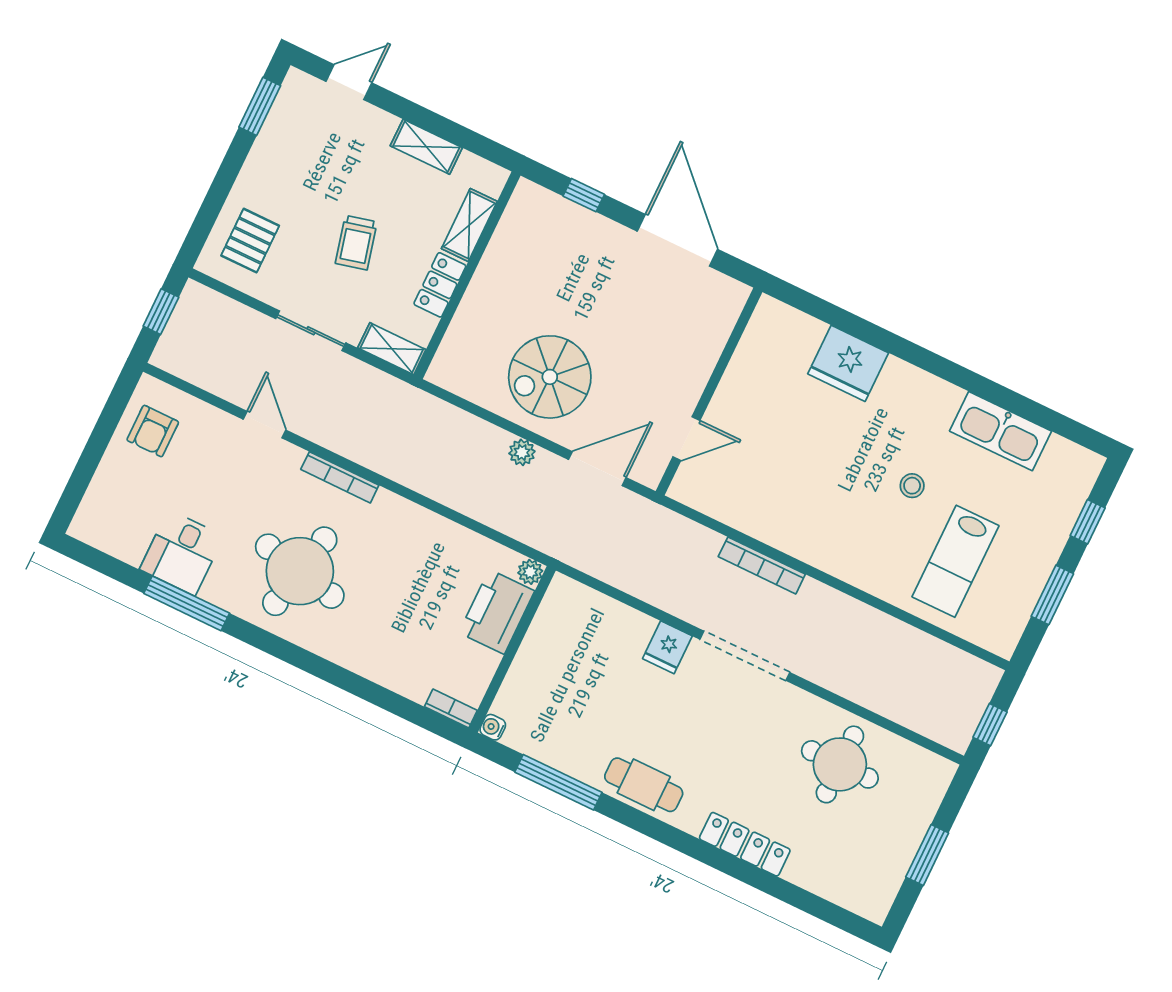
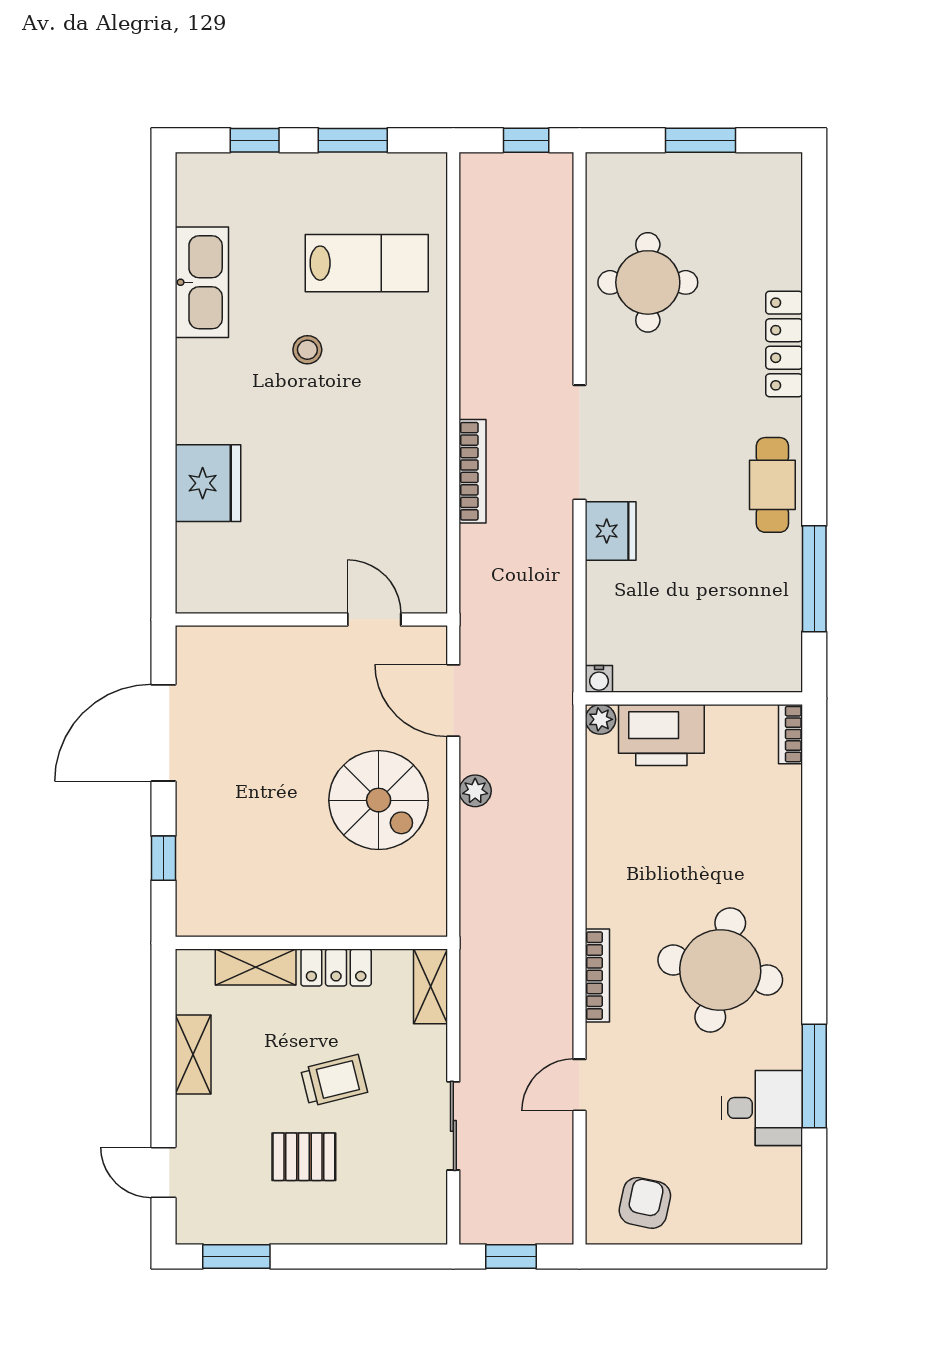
pallet: (250, 241) -> (304, 1157), moved
sliding door: (311, 331) -> (453, 1126), moved
armchair: (153, 431) -> (645, 1203), turned -78
fridge: (667, 647) -> (611, 531), width x1.38
water cooler: (493, 727) -> (599, 679), moved

